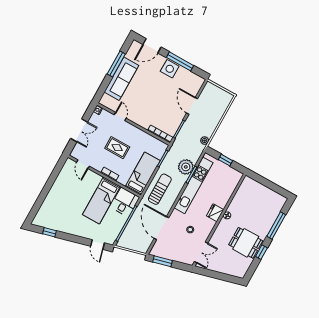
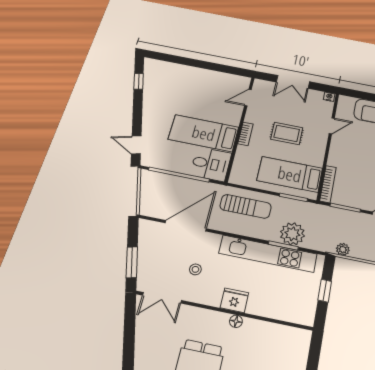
rug: (117, 148) -> (287, 133), turned 90
bed: (143, 174) -> (290, 174), moved, turned 180
door: (98, 245) -> (136, 145), hinge flipped
window: (163, 261) -> (132, 262), moved

